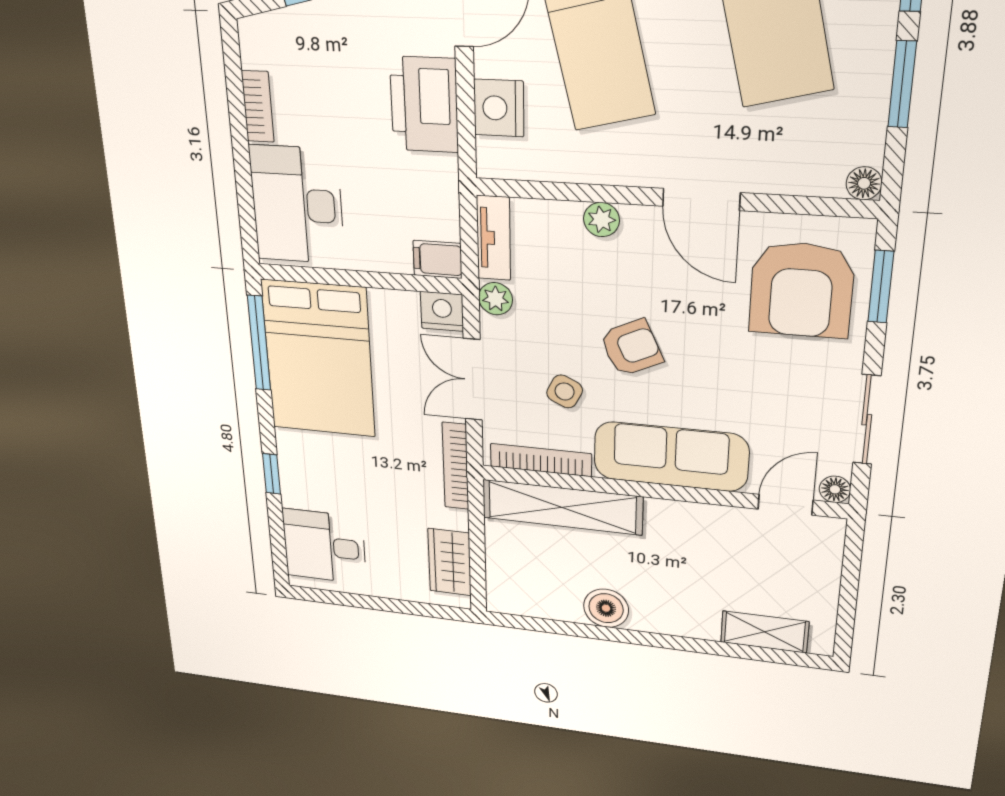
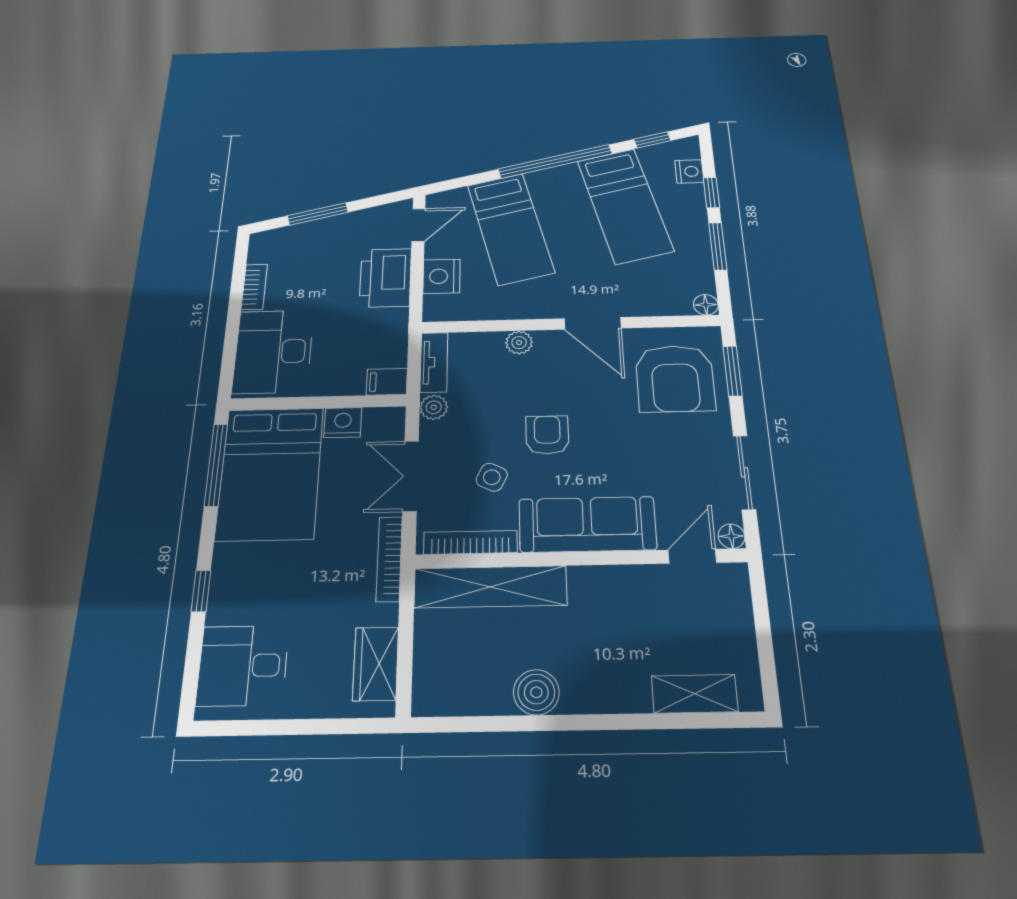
nightstand: (442, 311) -> (343, 423), moved
armchair: (631, 348) -> (547, 435), turned -65

